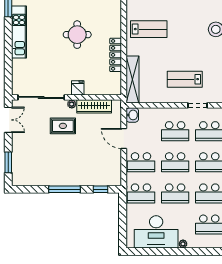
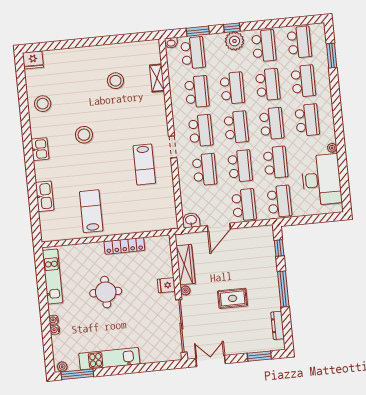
shelving: (132, 80) -> (151, 224), removed
rug: (63, 126) -> (233, 298), moved, turned 90
dresser: (33, 181) -> (278, 325), added

